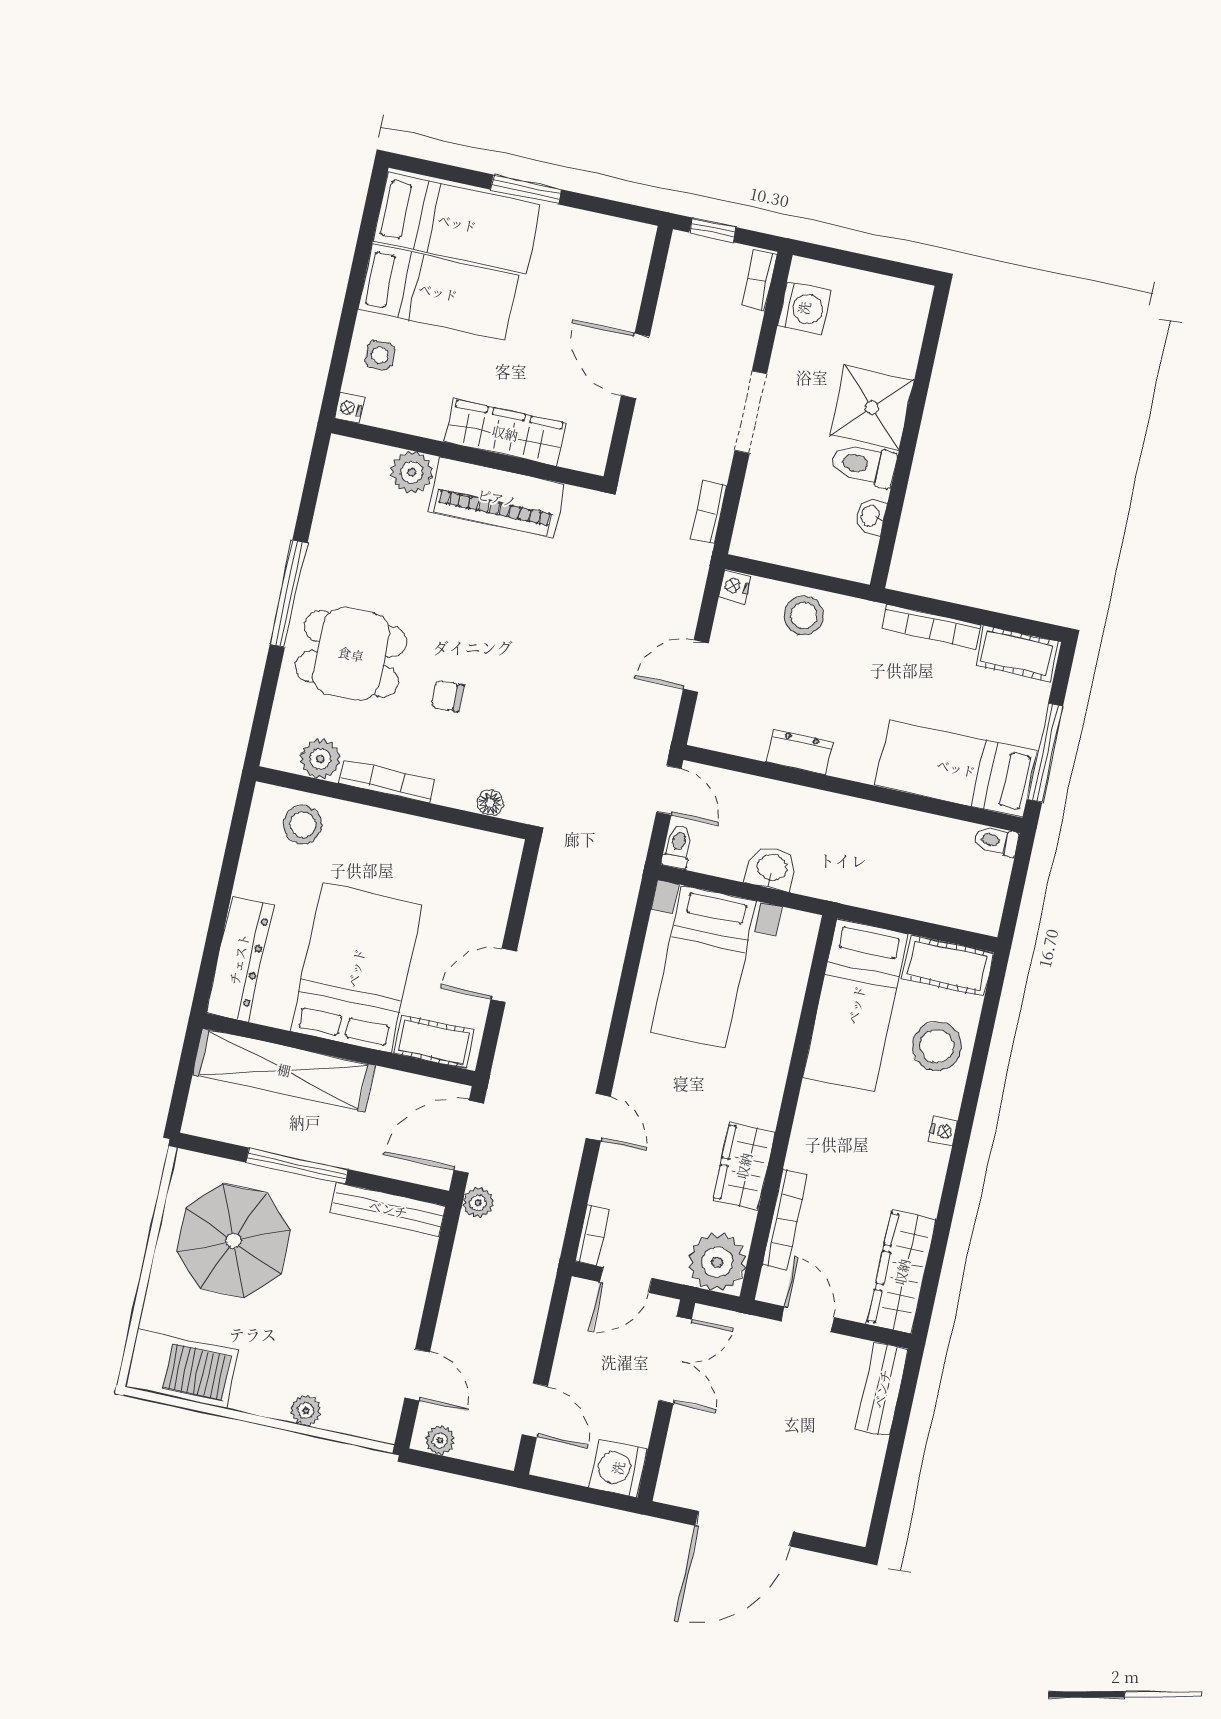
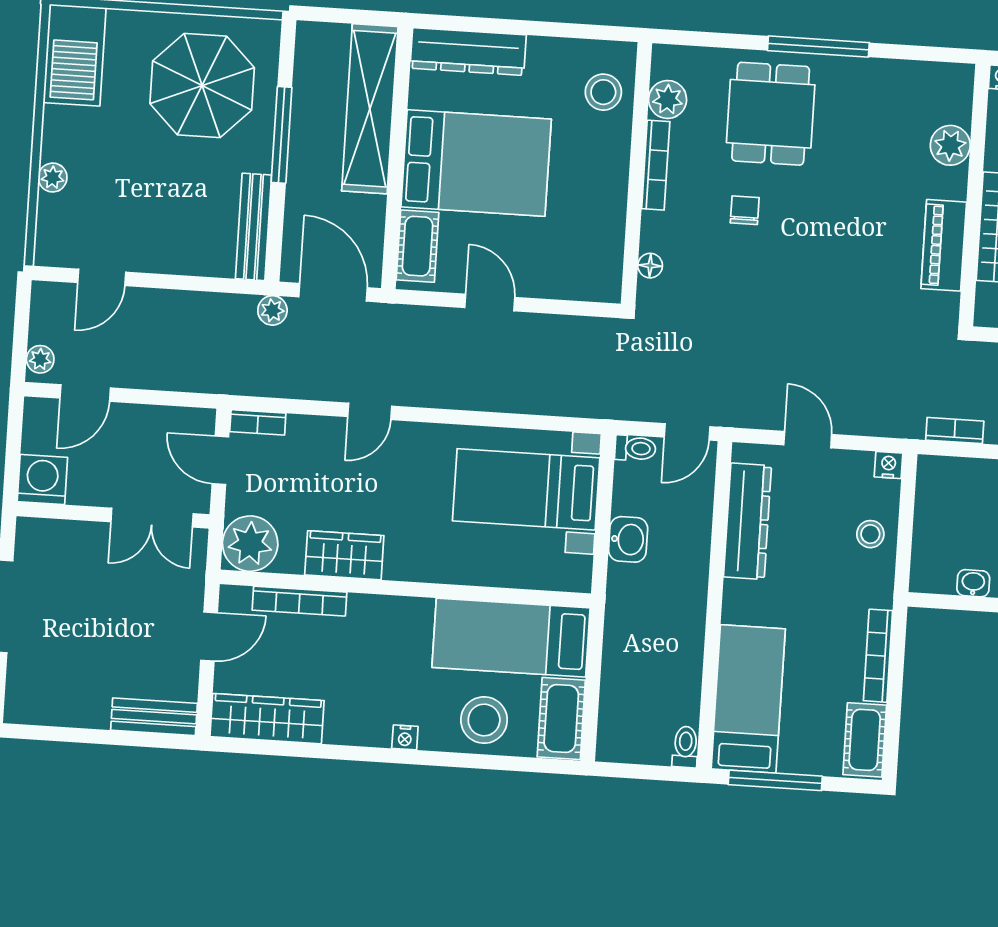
piano: (497, 498) -> (944, 245), width x0.73, depth x0.75
stool: (804, 616) -> (870, 534), width x0.73, depth x0.73
dresser: (799, 752) -> (747, 521), width x1.96, depth x1.24
plant: (440, 1440) -> (40, 359), moved

